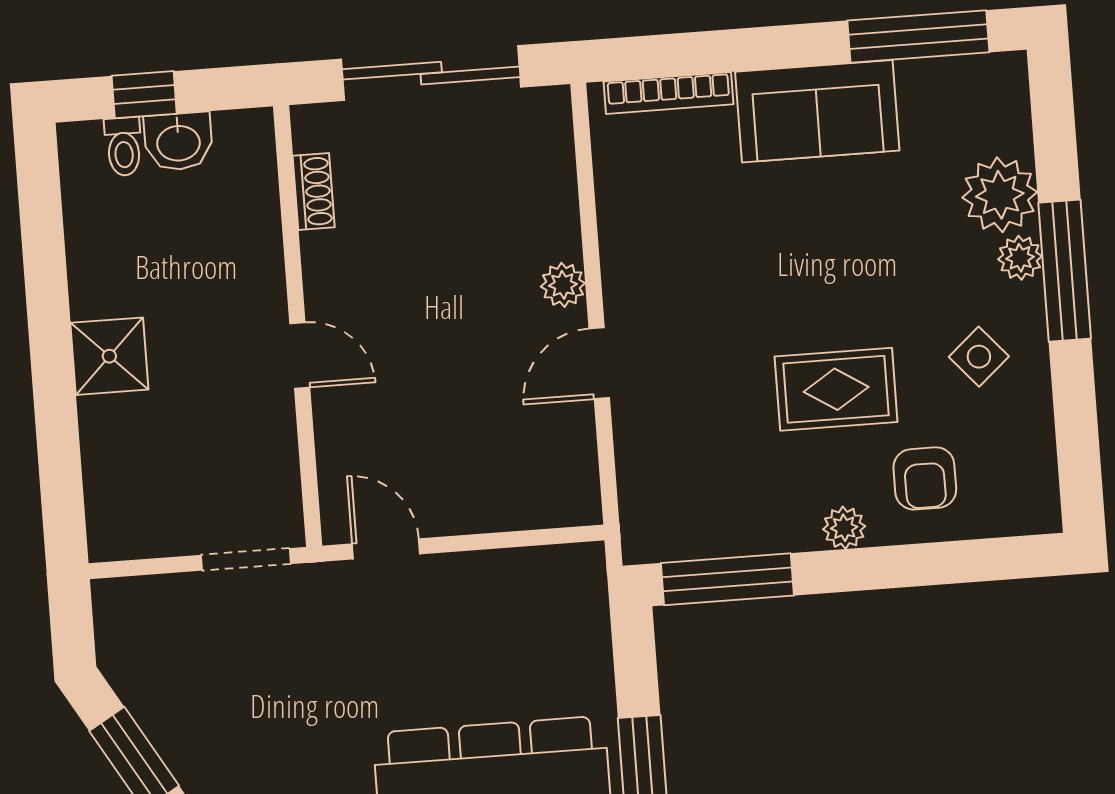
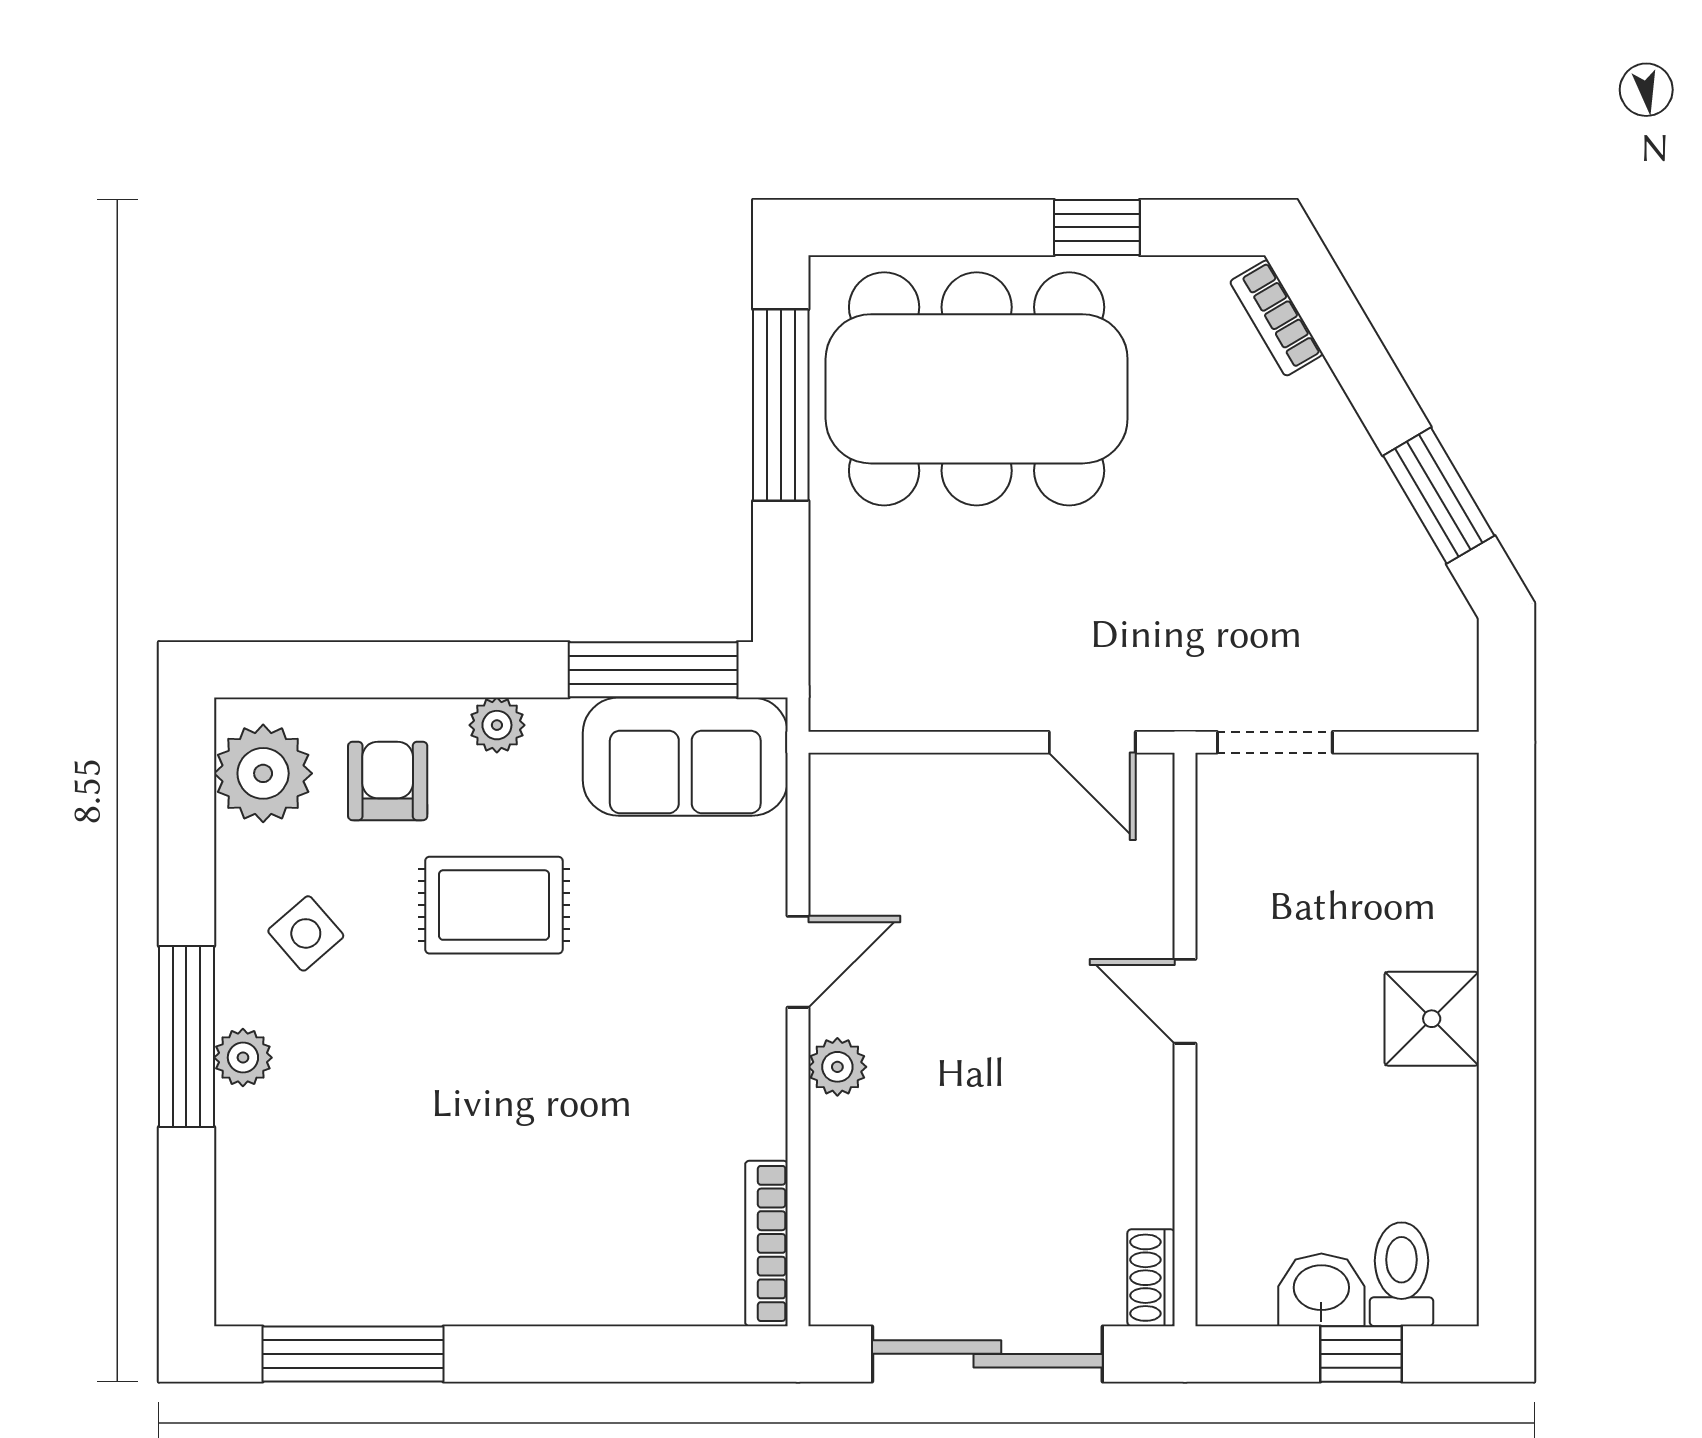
bookcase: (669, 93) -> (766, 1243), moved, turned -90
sofa: (817, 111) -> (685, 757), moved, turned 180
toilet: (123, 147) -> (1402, 1274), width x1.37, depth x1.39
shoe rack: (314, 192) -> (1151, 1278), moved
plant: (1000, 195) -> (263, 773), moved

